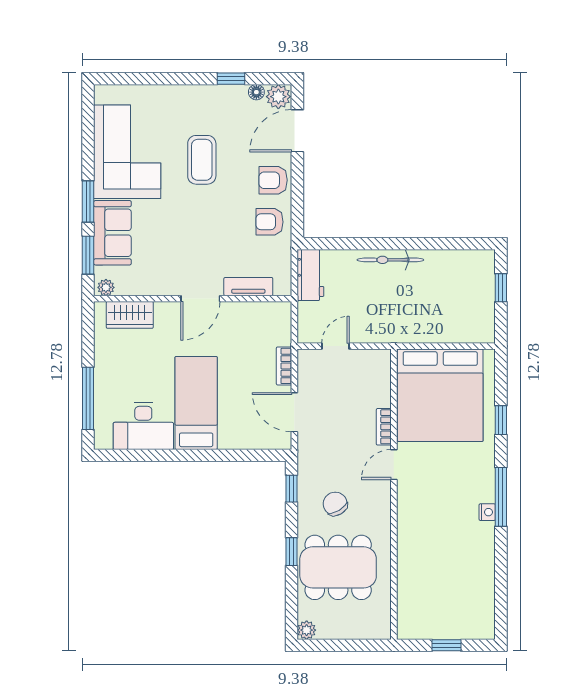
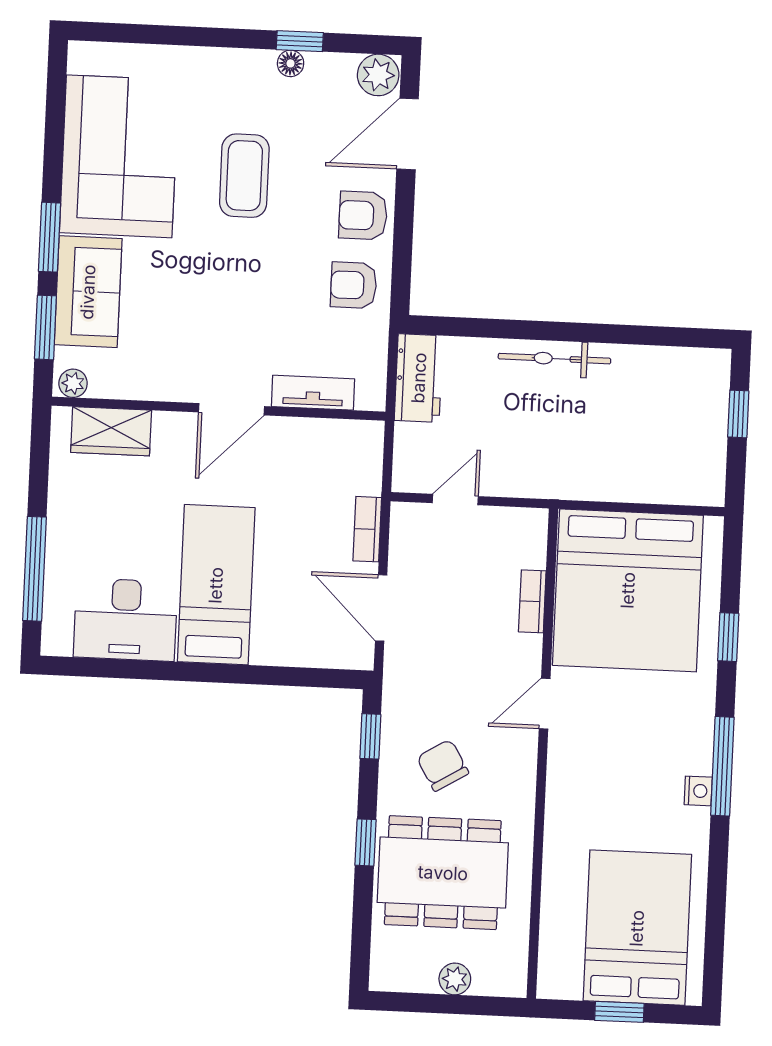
floor lamp: (256, 92) -> (291, 63), moved
bookcase: (384, 427) -> (532, 601), moved
bed: (455, 595) -> (637, 928), added
plant: (307, 630) -> (455, 979), moved

